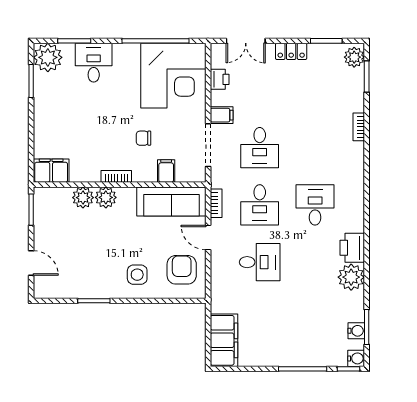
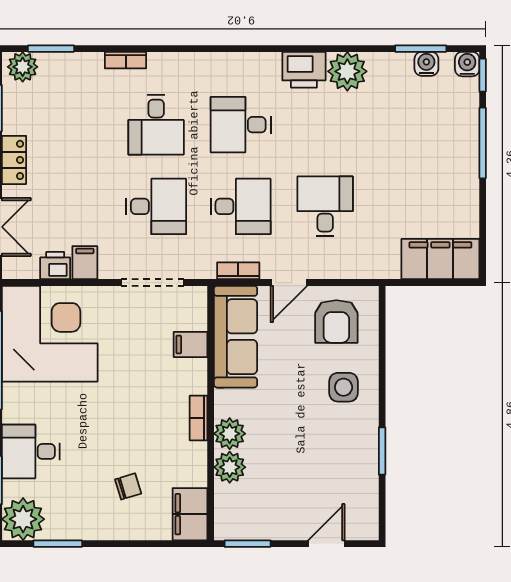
filing cabinet: (222, 115) -> (85, 263), moved
chair: (144, 138) -> (128, 486), moved, turned -107
desk: (315, 148) -> (156, 125), added
armchair: (182, 270) -> (336, 321), turned -90

